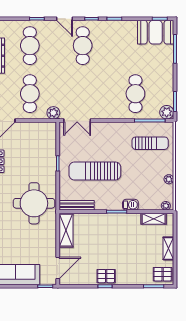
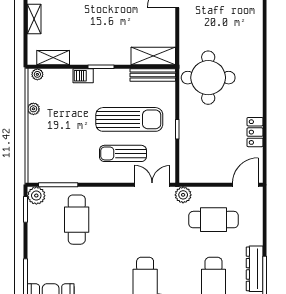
cafe table: (30, 94) -> (214, 220), turned 90
sun lounger: (150, 143) -> (123, 153), moved
shelving: (66, 230) -> (153, 56), moved, turned 90

